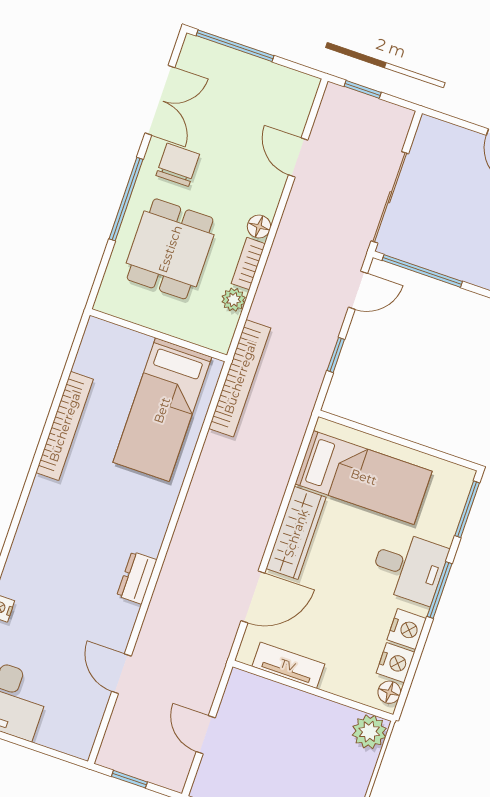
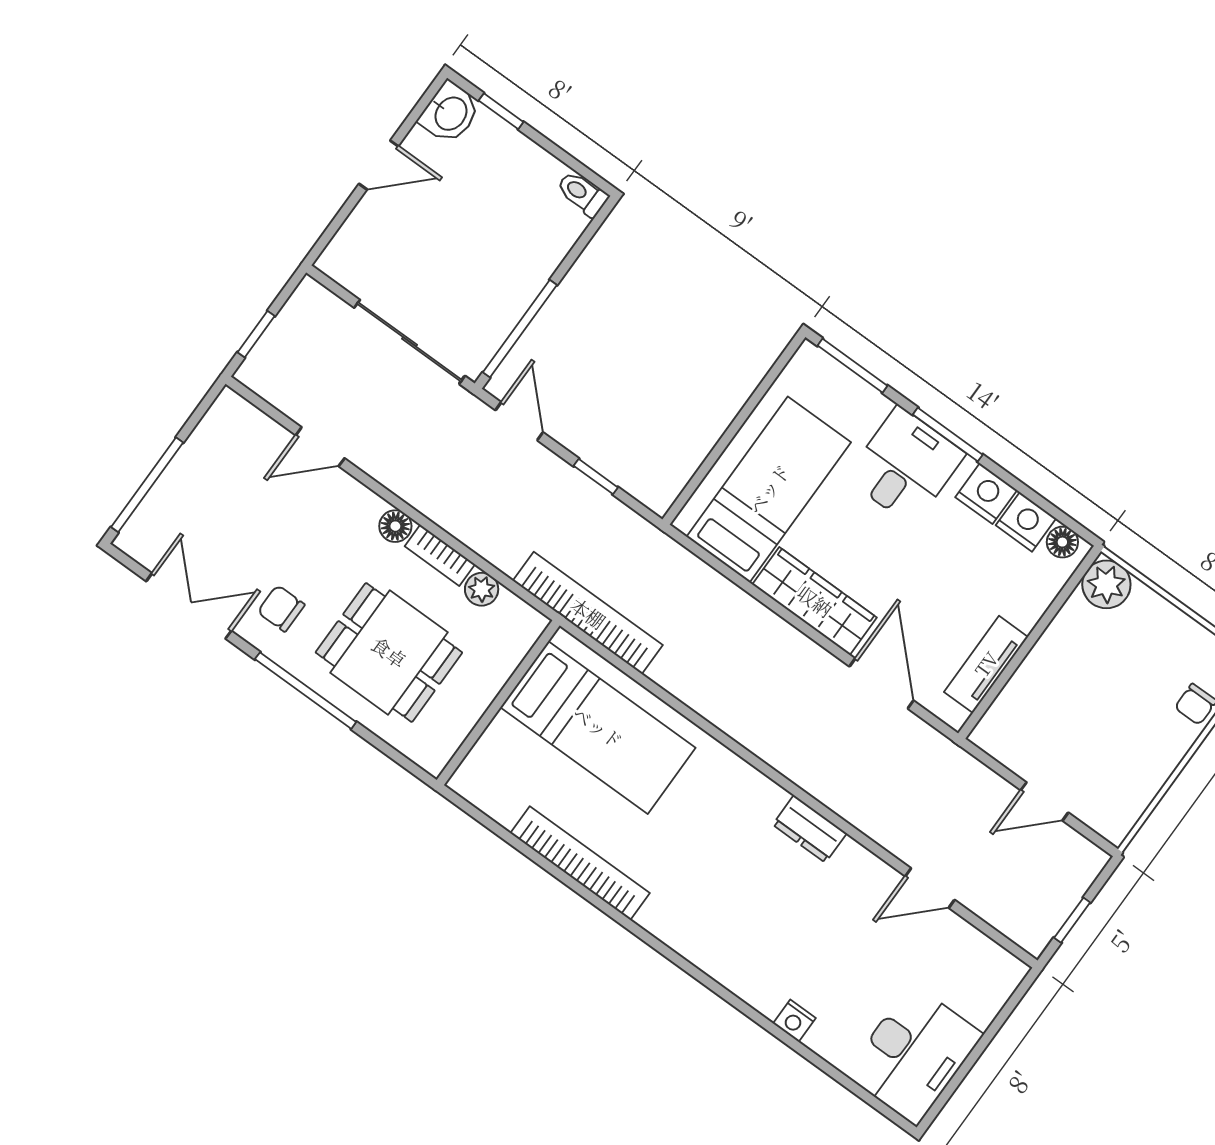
chair: (178, 165) -> (281, 608), width x0.73, depth x0.73

